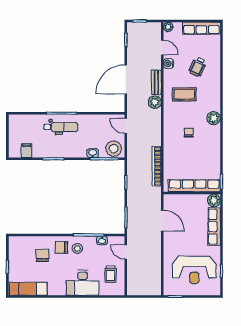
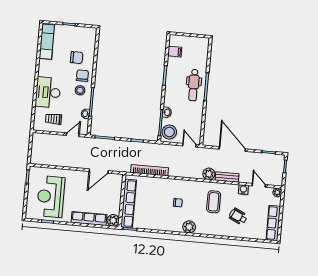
door: (162, 48) -> (259, 185), swing flipped
door: (126, 126) -> (189, 145), hinge flipped

